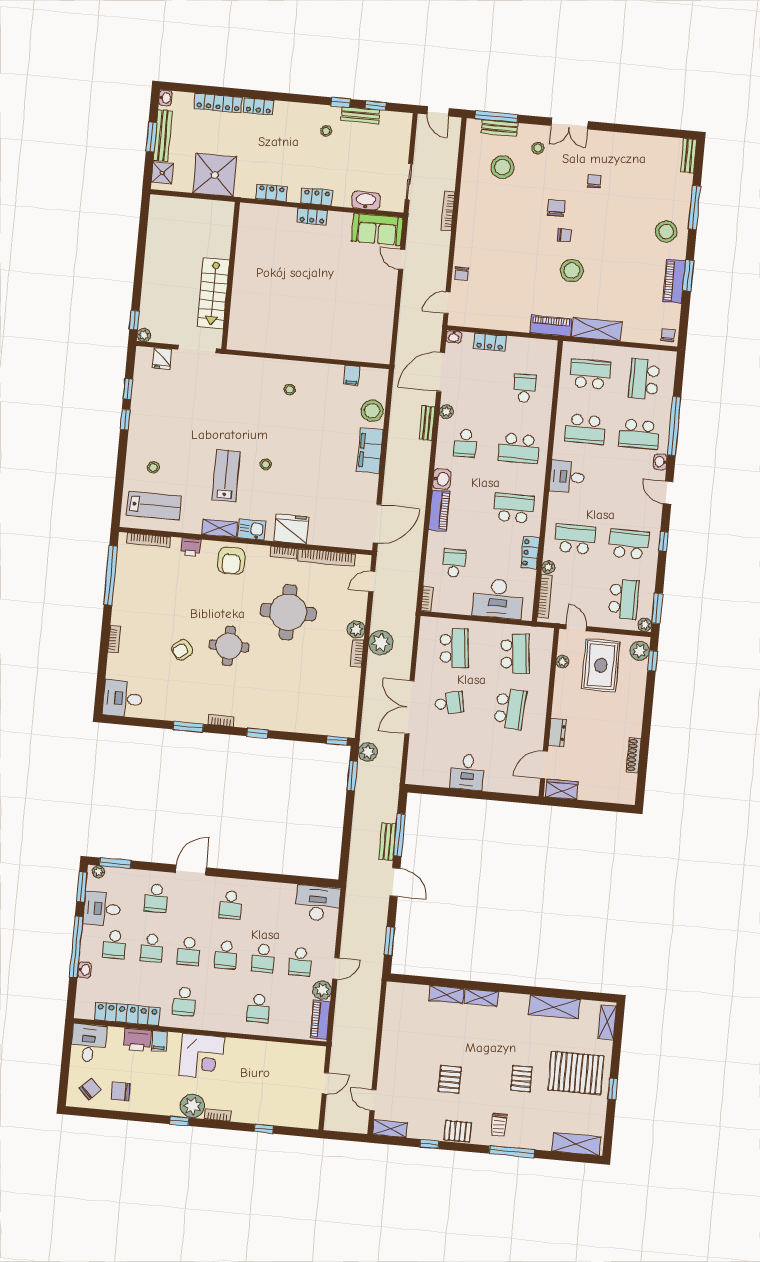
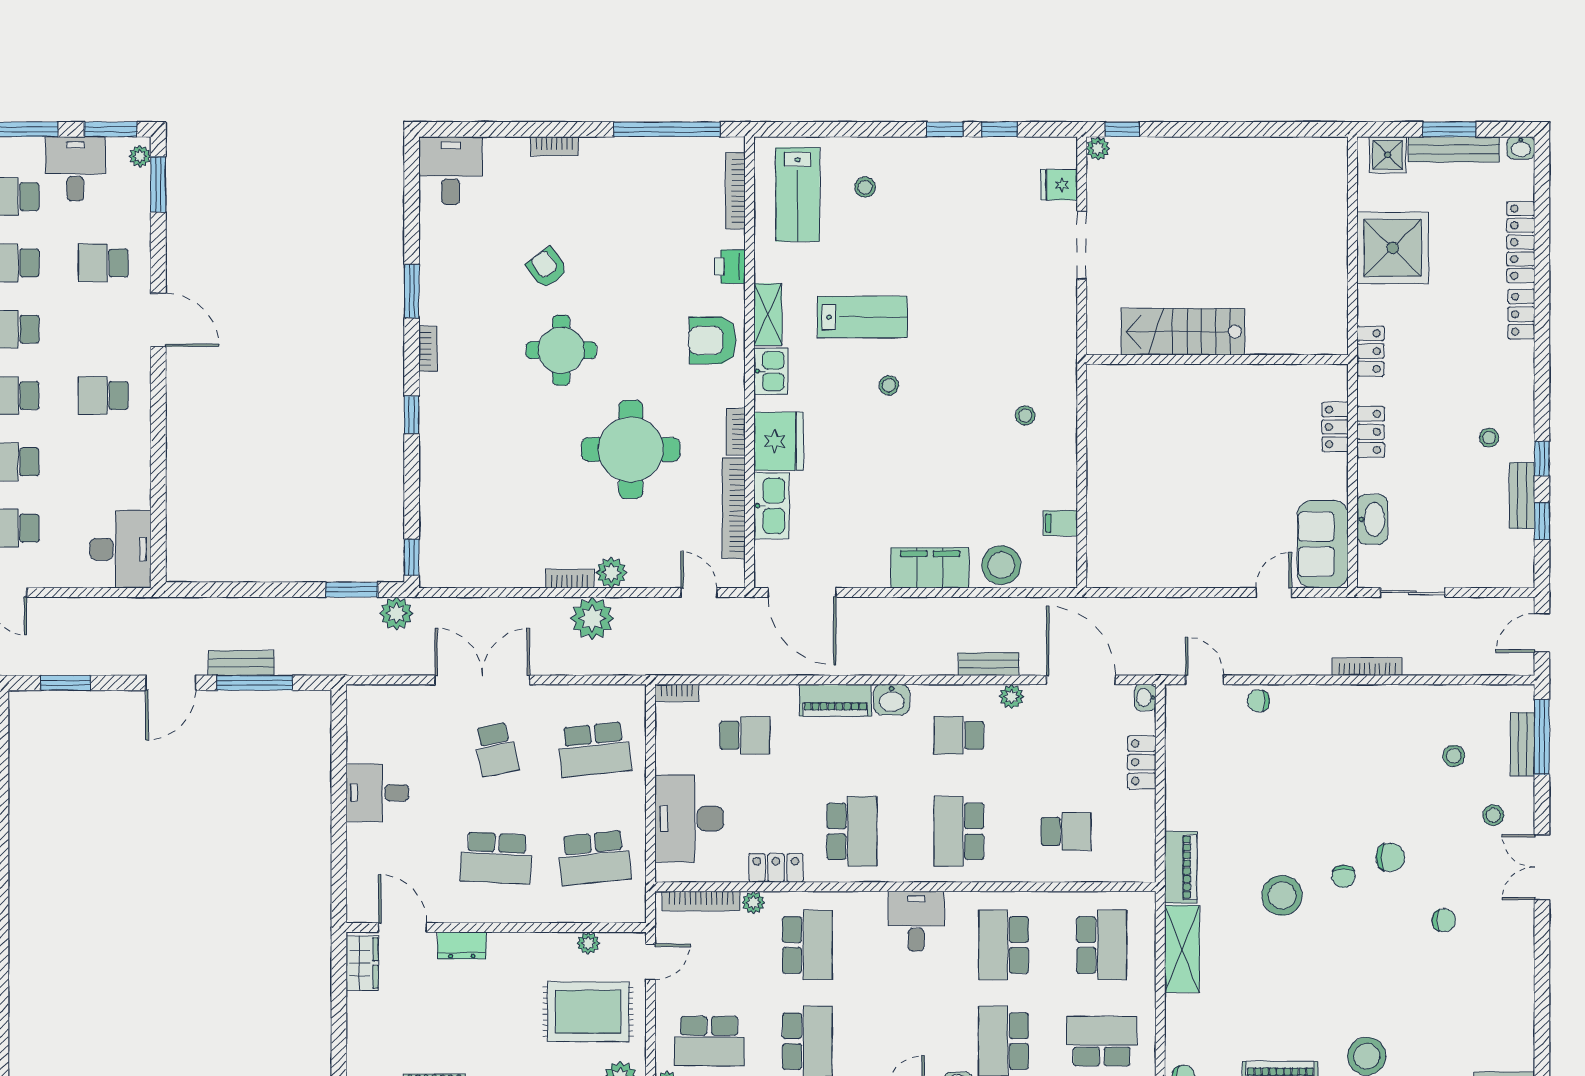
stool: (503, 167) -> (1454, 756), width x0.53, depth x0.53
wall: (231, 276) -> (1217, 359), moved
stairs: (213, 293) -> (1183, 332), moved
kitchen sink: (327, 536) -> (771, 506), added

